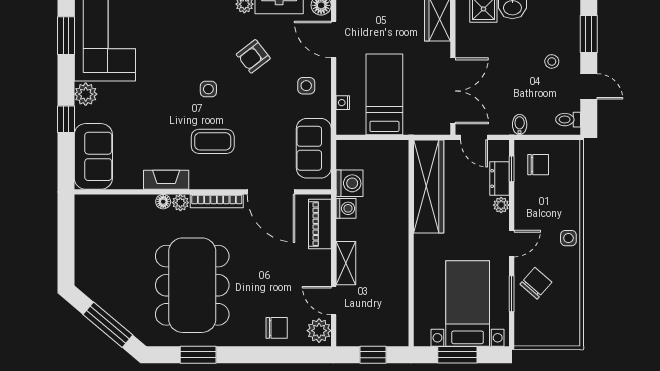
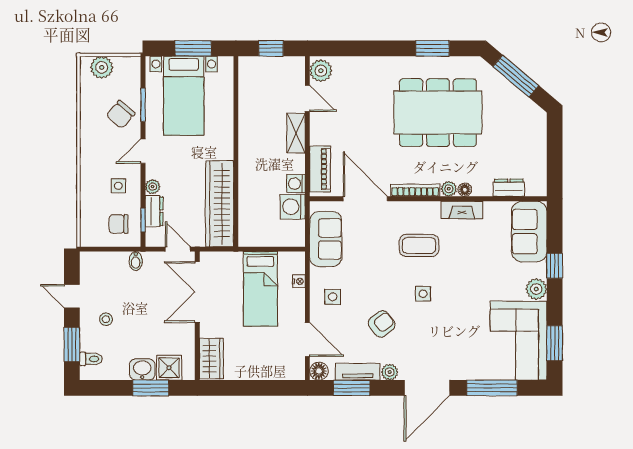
toilet: (568, 120) -> (91, 359), moved
dresser: (115, 204) -> (509, 188), added
side table: (568, 238) -> (118, 186), moved
dining table: (192, 285) -> (438, 113), turned 90
chair: (277, 328) -> (360, 73), removed
plant: (556, 334) -> (102, 67), added

